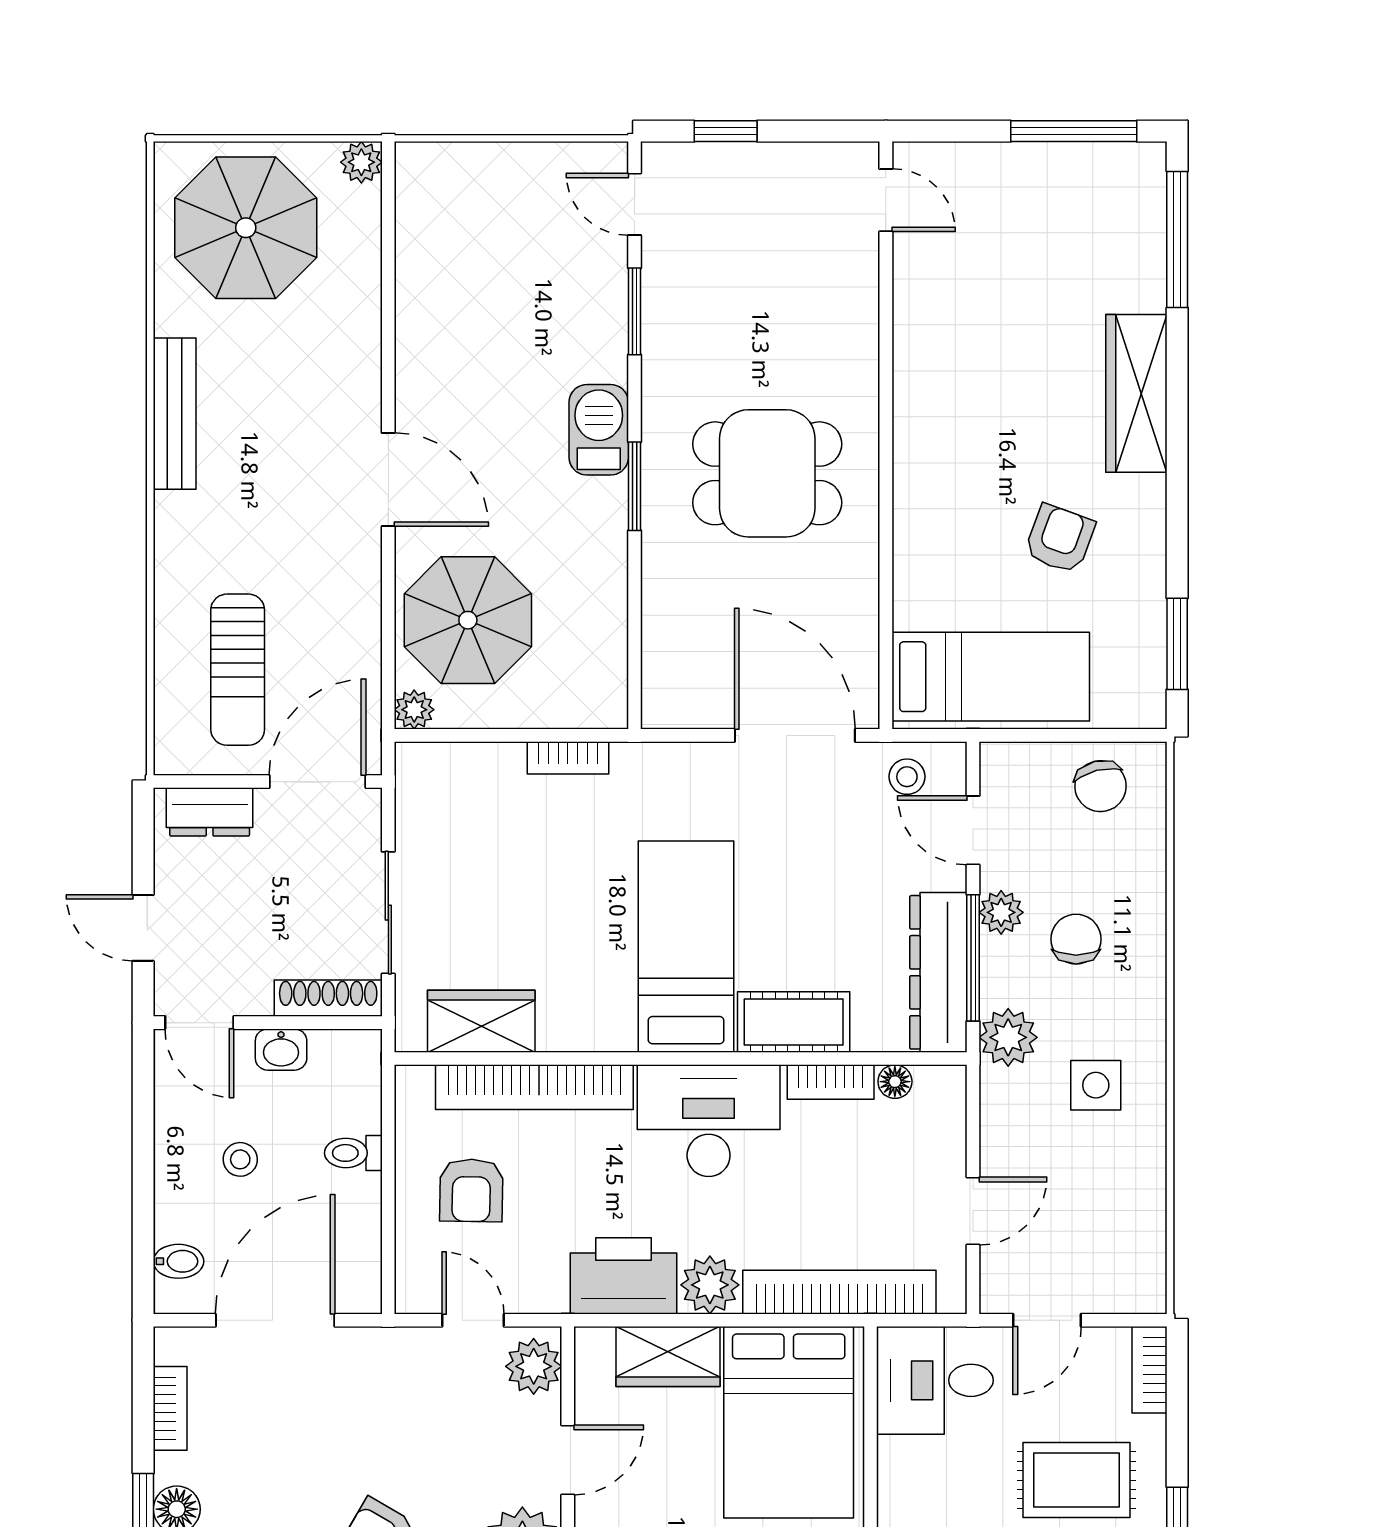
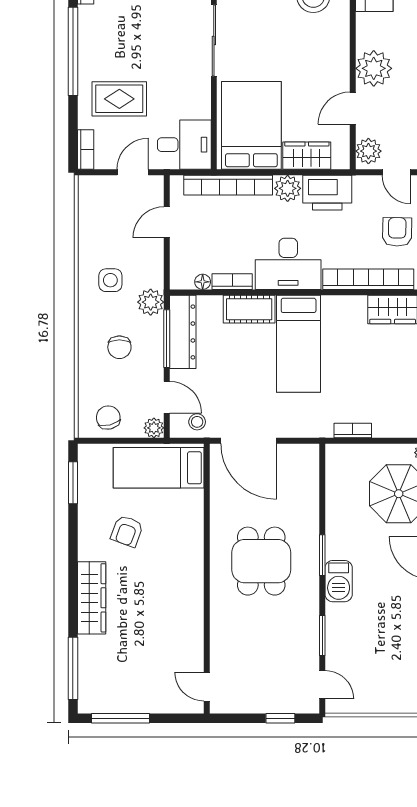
dining table: (767, 473) -> (261, 561), turned 90
plant: (1001, 912) -> (154, 428), moved

